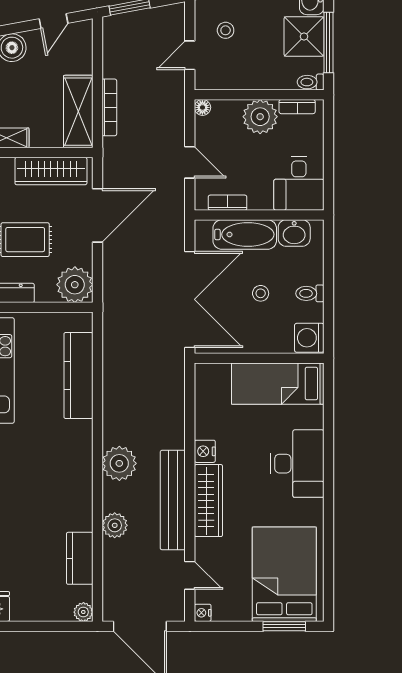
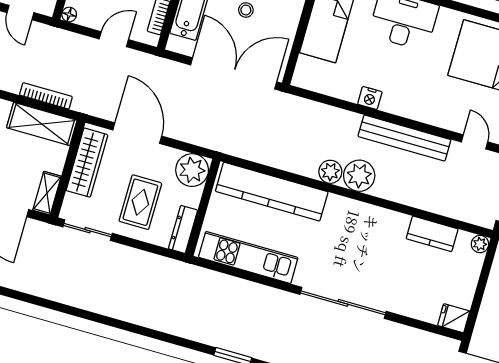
kitchen counter: (78, 375) -> (272, 192), width x1.39, depth x1.17
wardrobe: (208, 501) -> (414, 107), removed
plant: (115, 525) -> (330, 172), moved
door: (190, 575) -> (475, 142), hinge flipped

